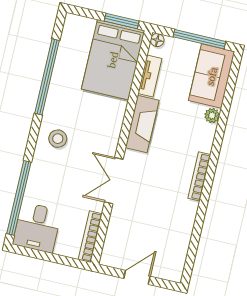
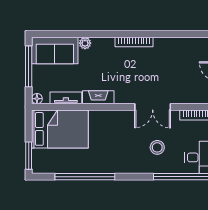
window: (122, 21) -> (29, 156), moved
fireplace: (142, 124) -> (98, 97), width x0.73, depth x0.76
stool: (58, 139) -> (157, 147), moved

